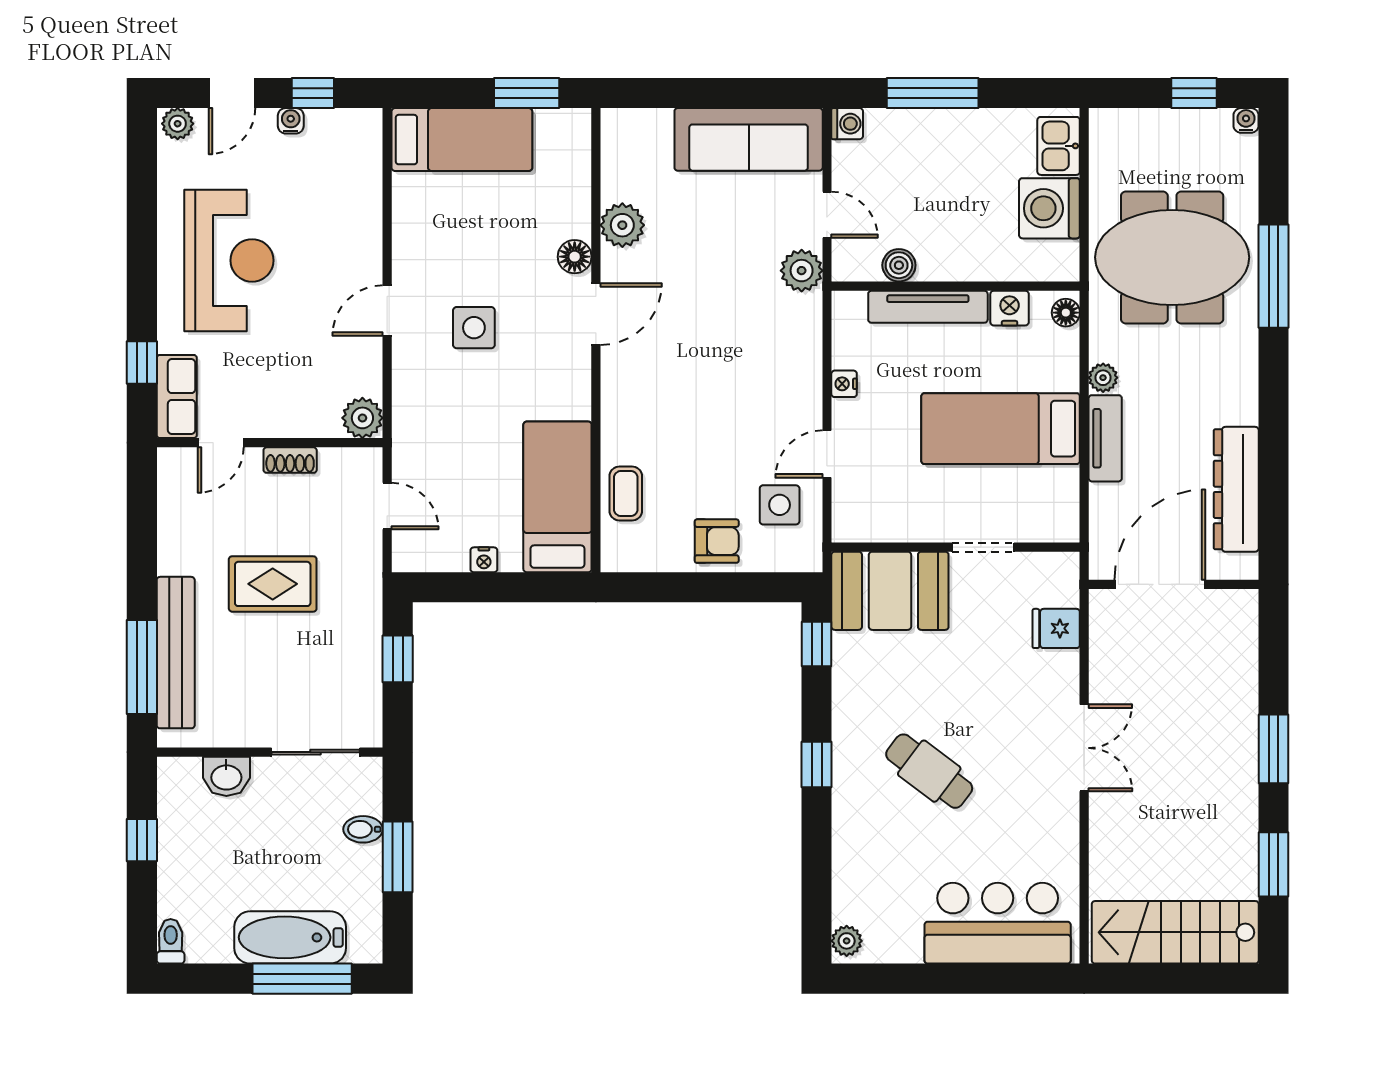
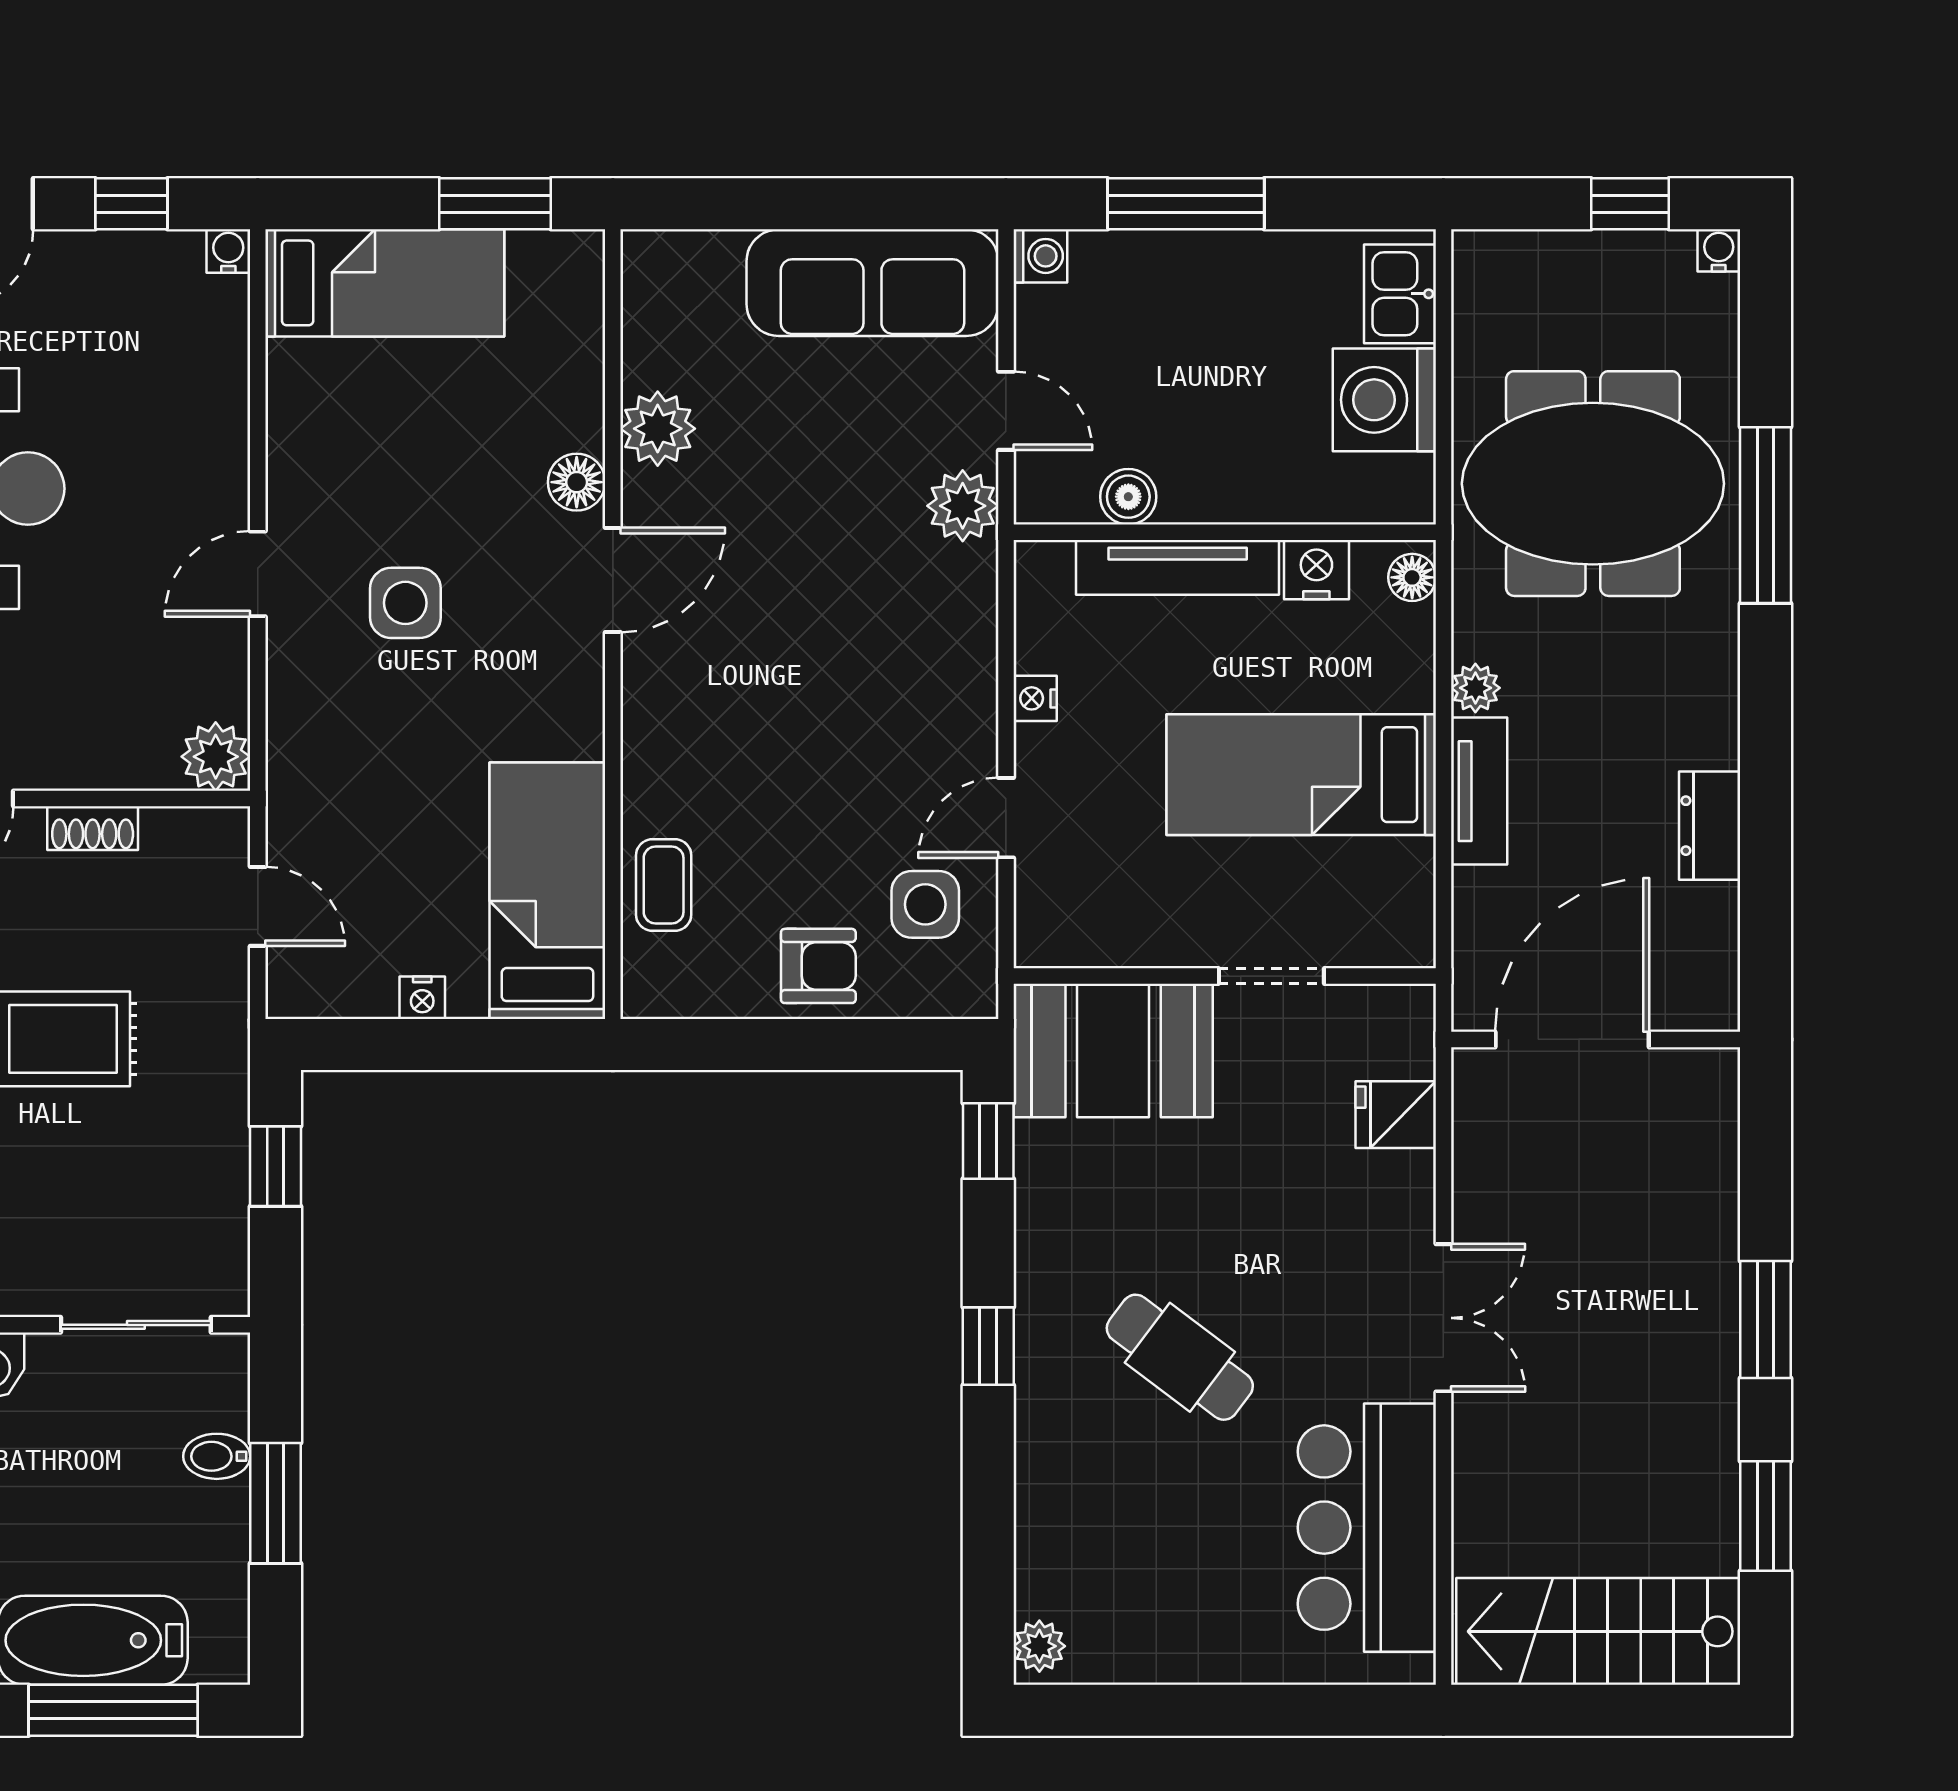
water cooler: (291, 121) -> (228, 251), moved
dresser: (1236, 489) -> (1710, 826), width x0.51, depth x0.80
bar counter: (998, 923) -> (1367, 1528), moved, turned -90

